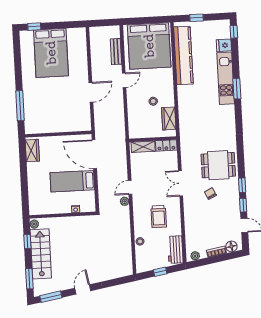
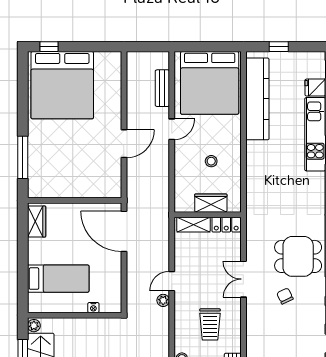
bed: (51, 53) -> (62, 85), width x1.36
wardrobe: (169, 119) -> (211, 203), moved, turned 90
bed: (72, 181) -> (58, 279), moved, turned 180

